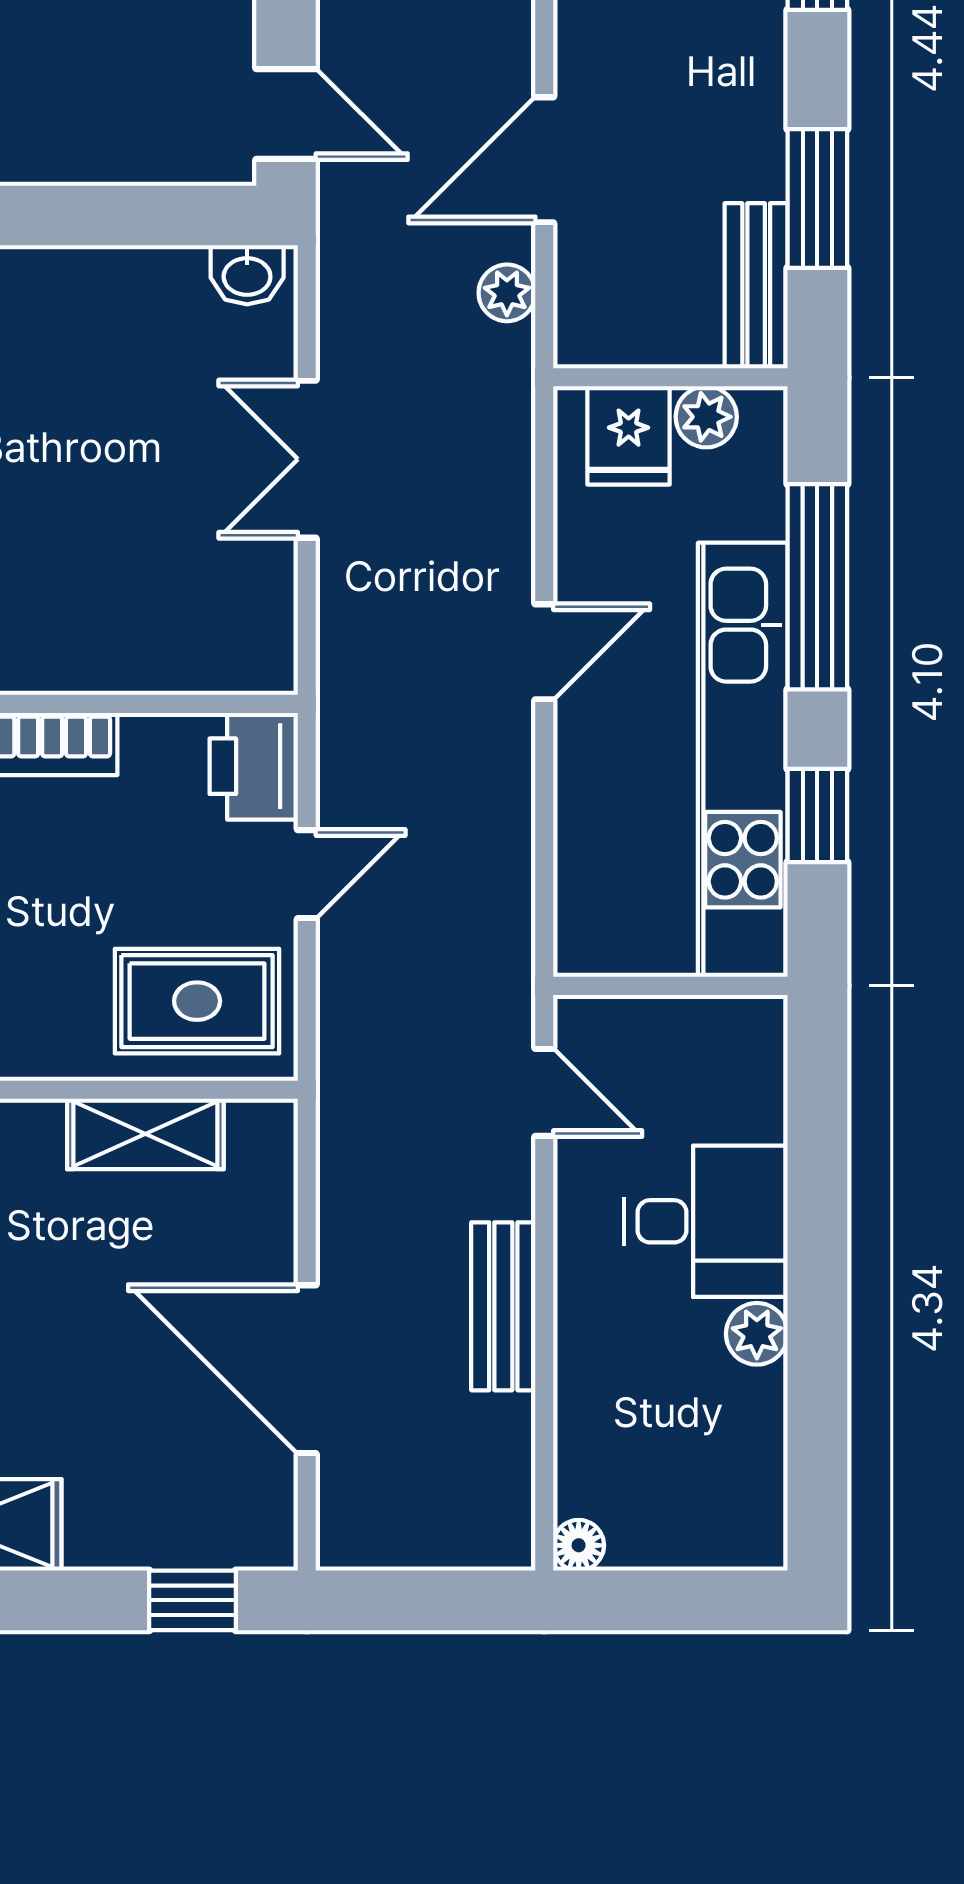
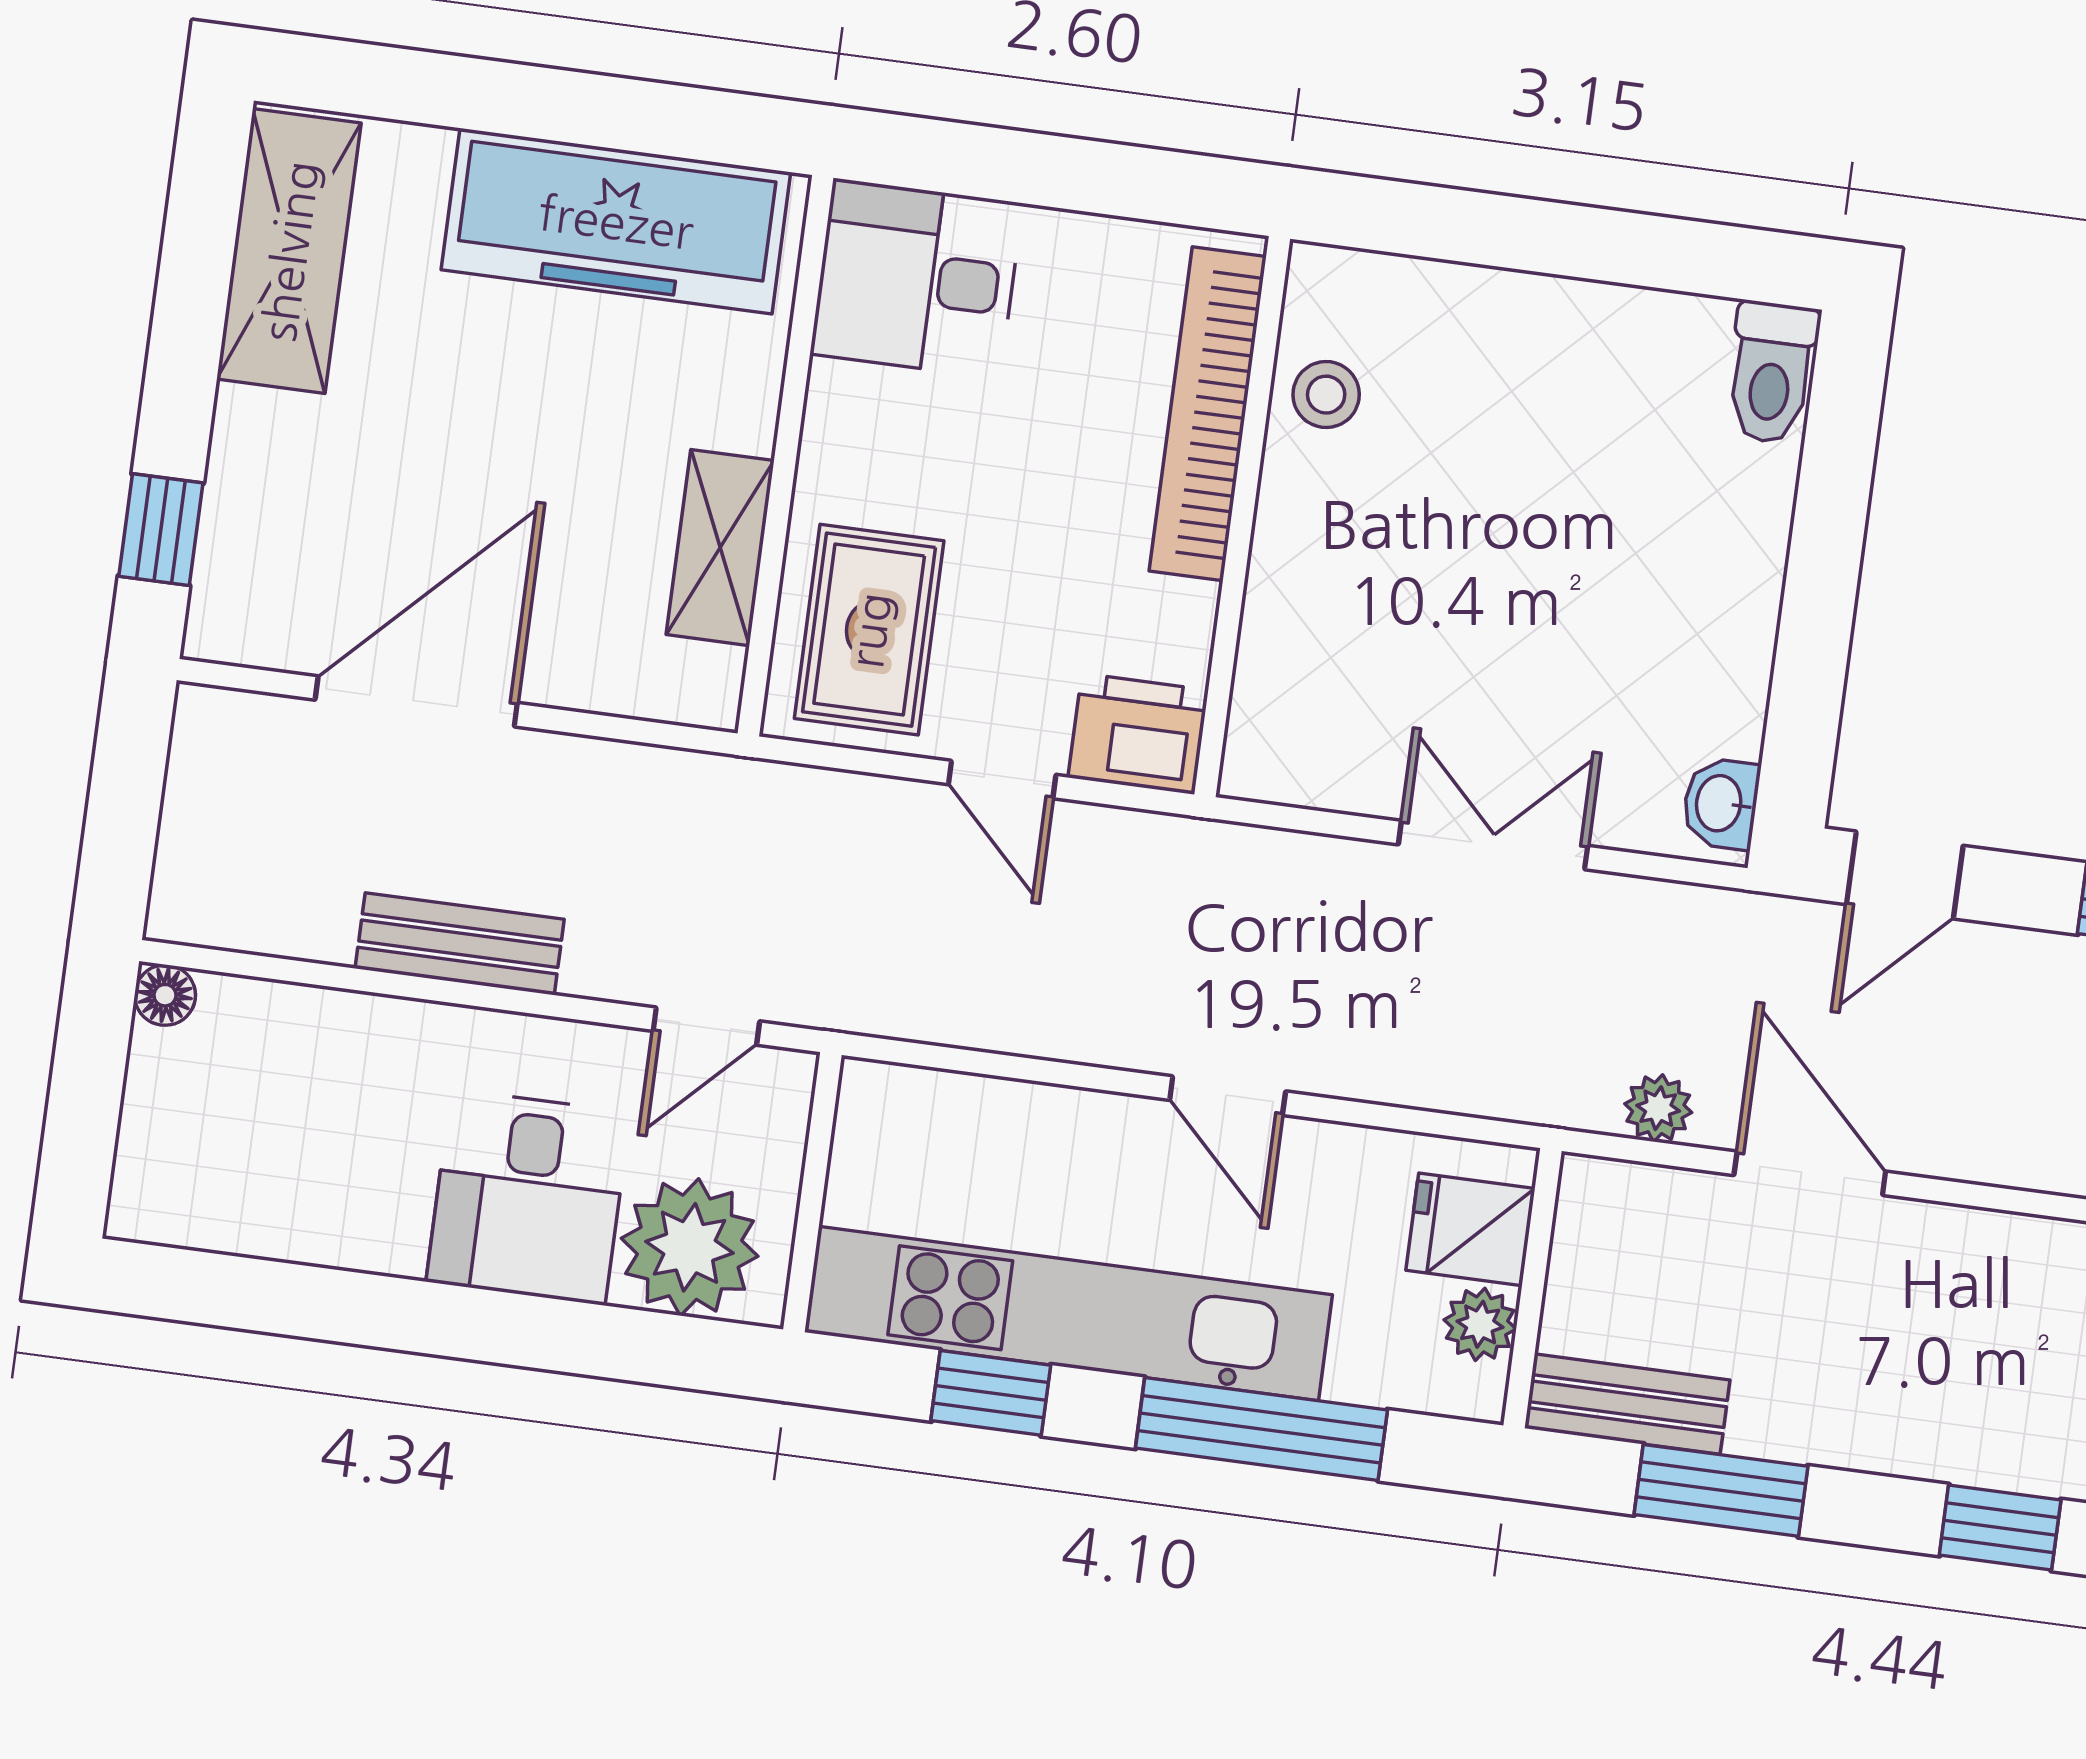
plant: (757, 1334) -> (690, 1247), moved, width x1.87, depth x1.87

